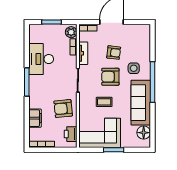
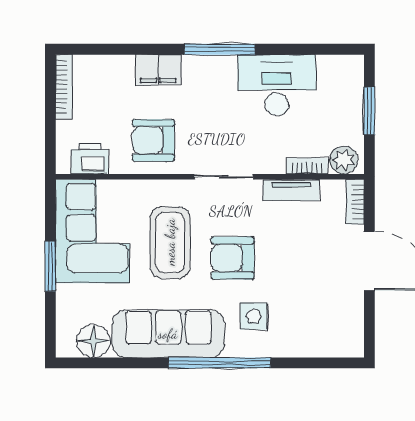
armchair: (114, 53) -> (293, 266), removed
armchair: (110, 77) -> (233, 258), turned -90
coffee table: (104, 102) -> (170, 242), width x1.86, depth x1.72
armchair: (63, 109) -> (153, 140), turned -84
filing cabinet: (35, 118) -> (158, 70), moved

